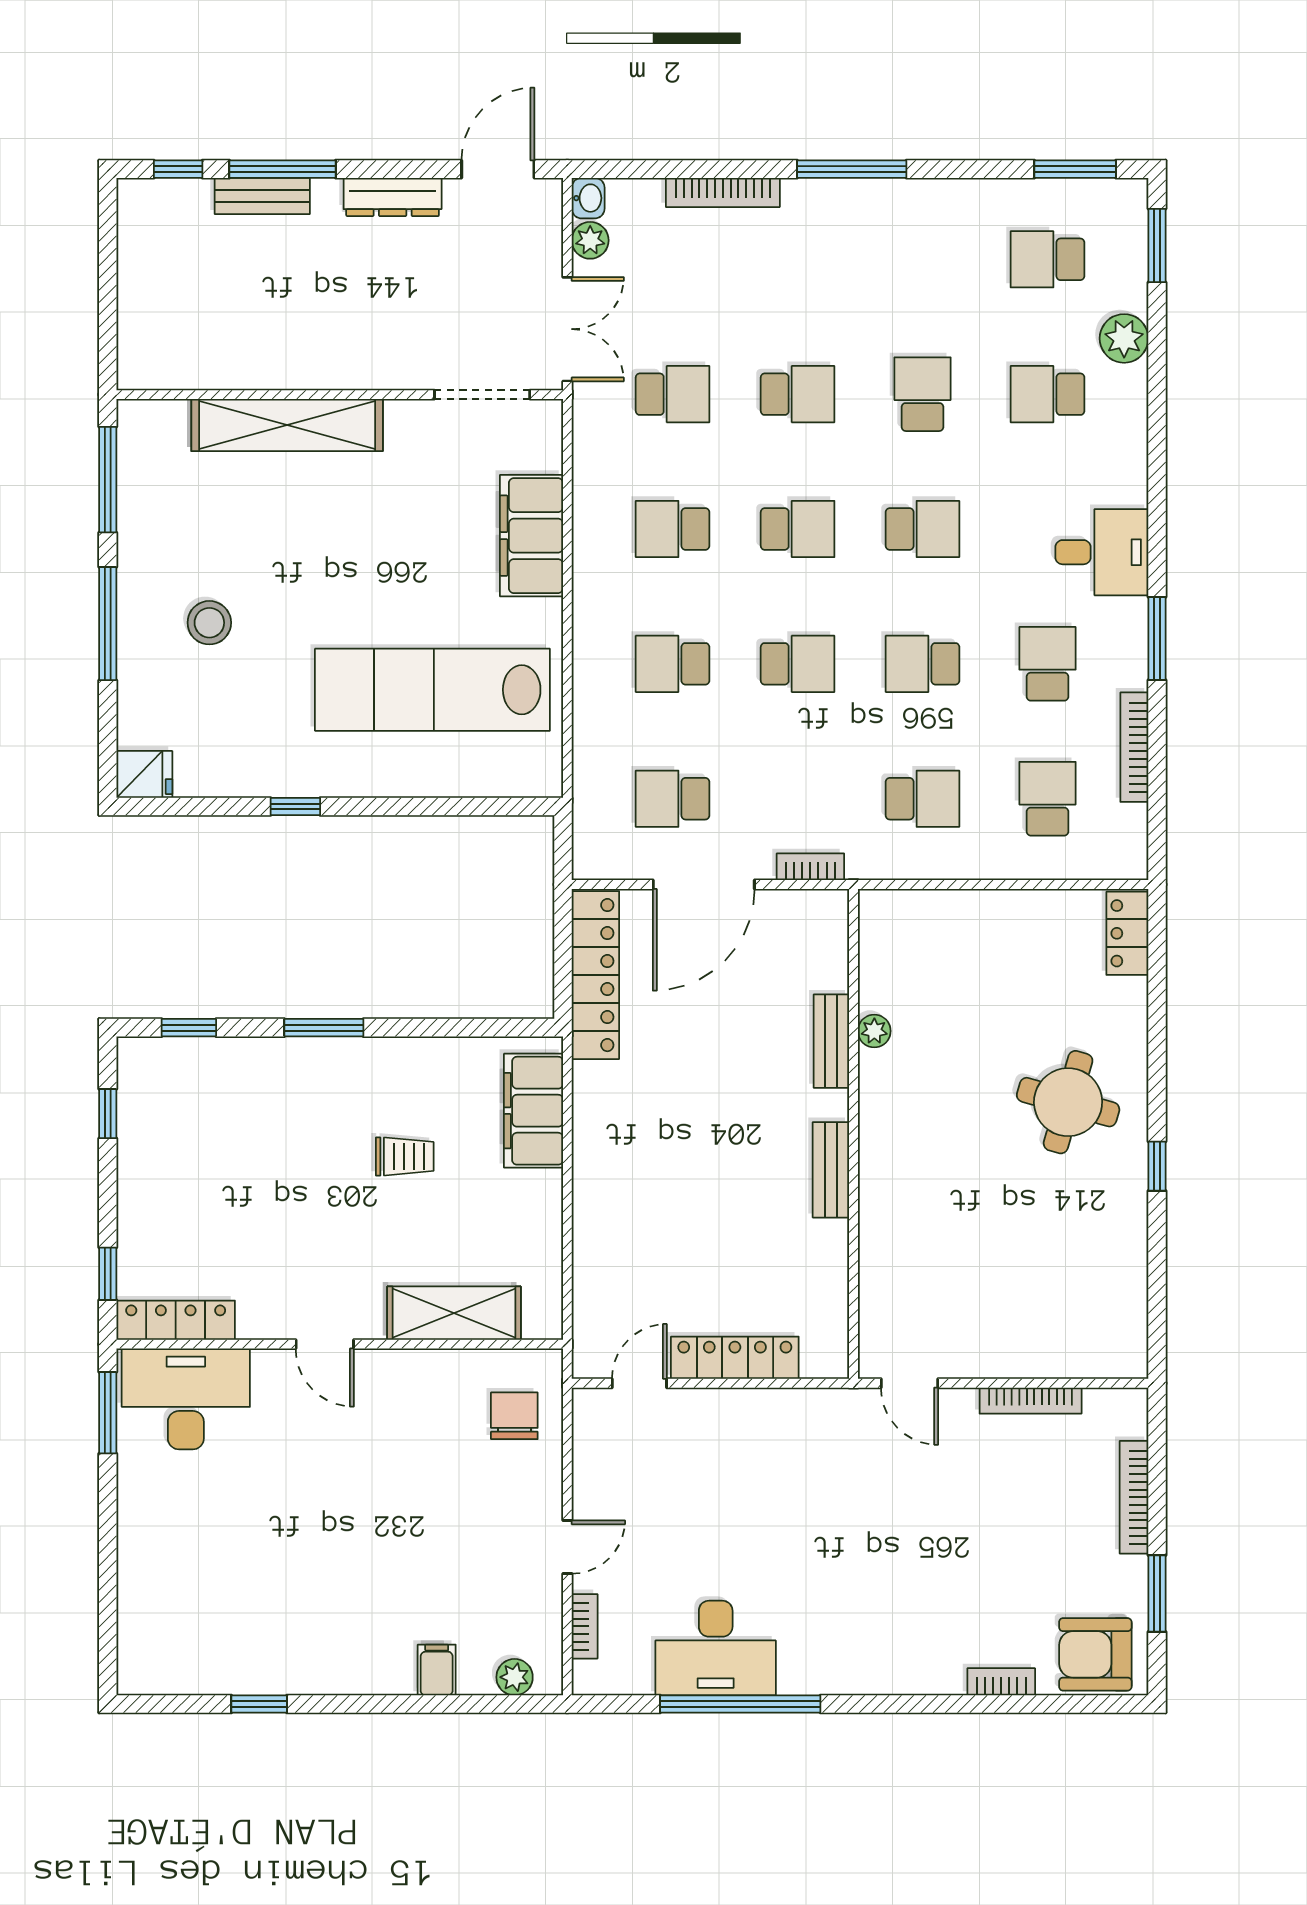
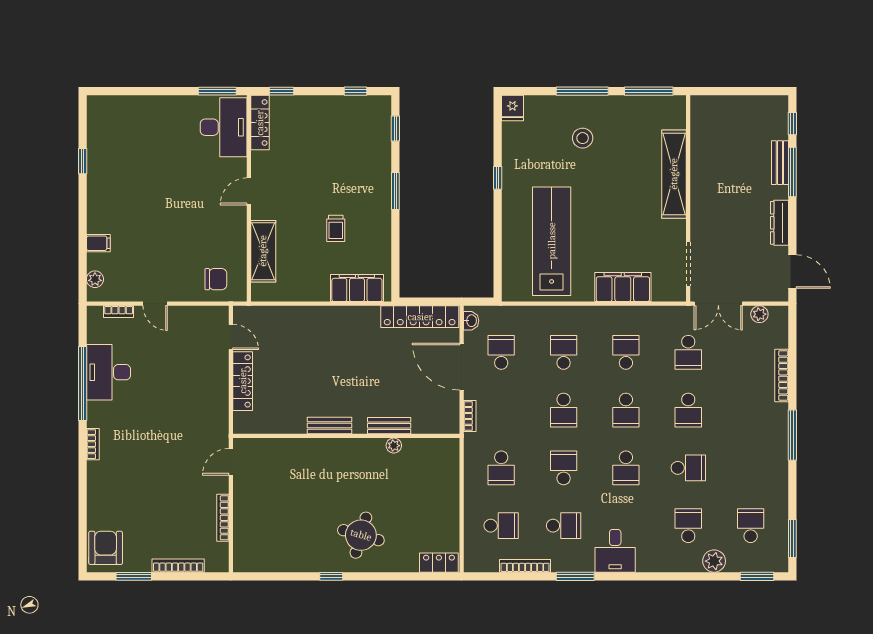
washbasin: (588, 198) -> (471, 321), moved, turned -90
bookcase: (1001, 1682) -> (93, 444), moved

